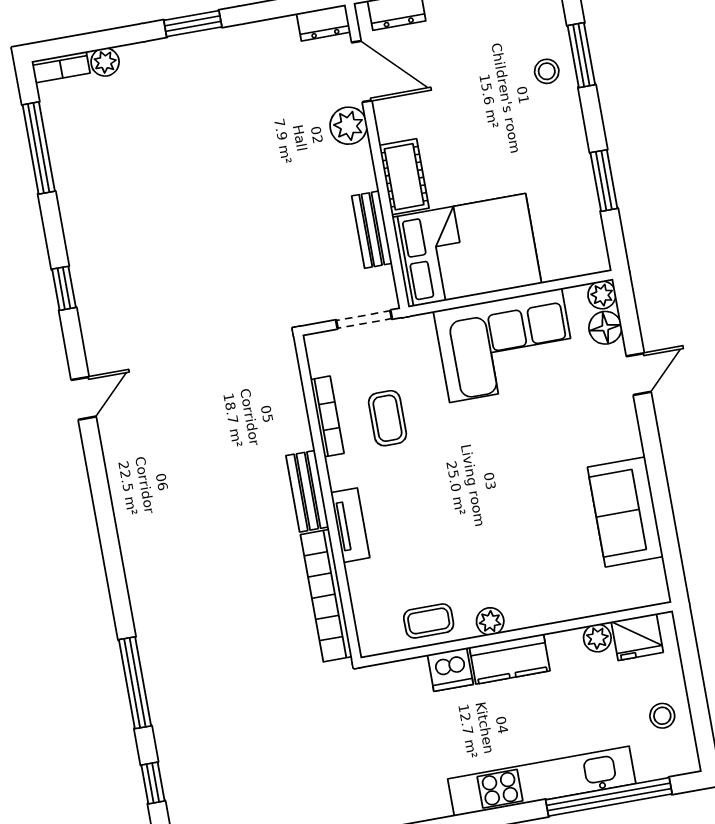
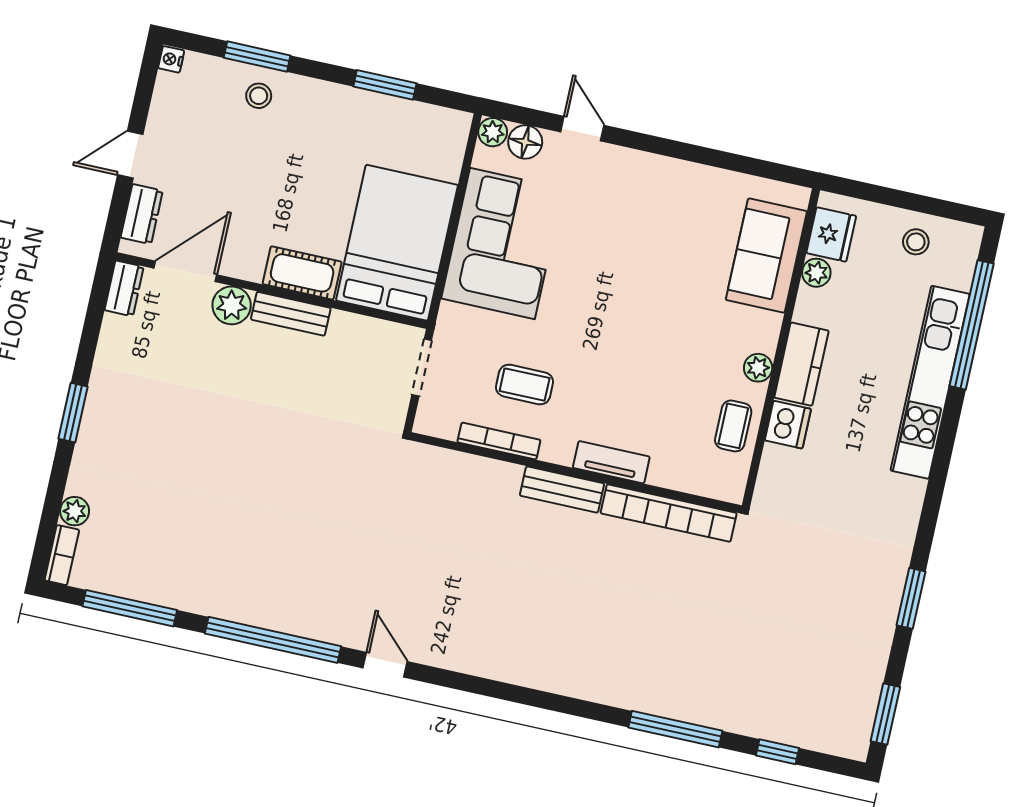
bench: (372, 230) -> (291, 314), moved
window: (64, 288) -> (273, 640), width x3.17
sofa: (625, 512) -> (766, 256), moved, turned 90

